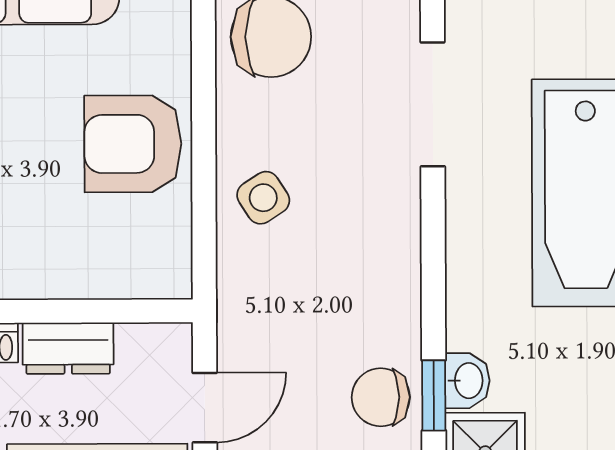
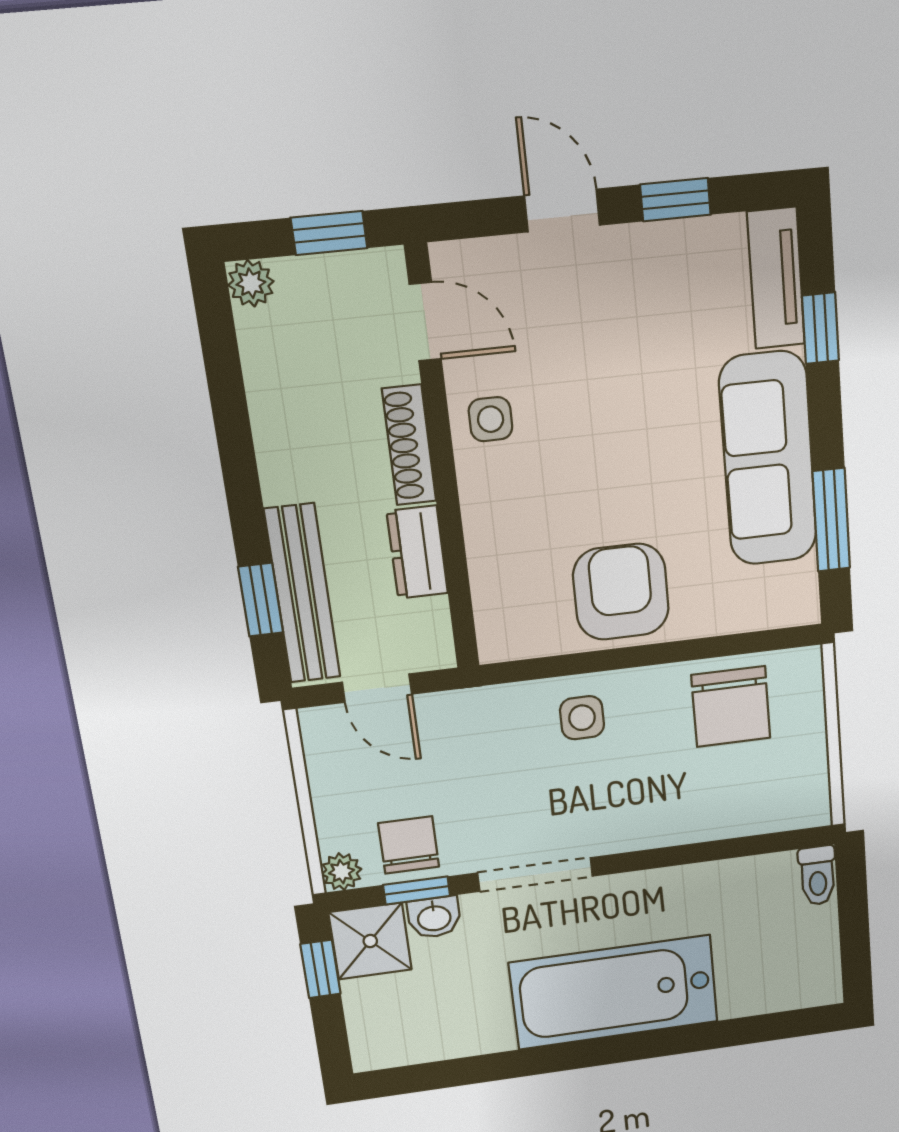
doorway: (433, 104) -> (535, 875), moved
side table: (263, 198) -> (582, 718), turned 33

